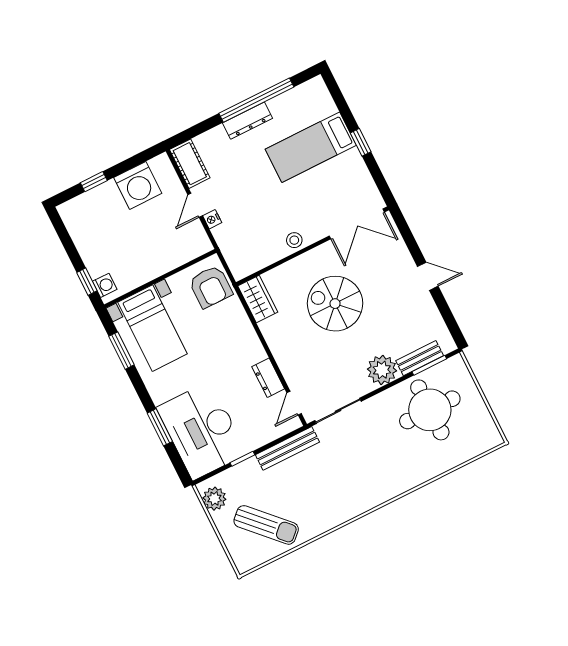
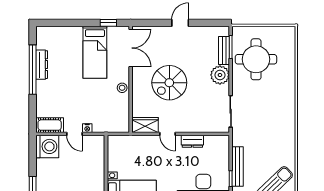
dresser: (248, 121) -> (42, 65), moved
window: (361, 142) -> (108, 23), moved
bed: (311, 147) -> (95, 52), moved
washing machine: (138, 185) -> (47, 146), moved
armchair: (211, 287) -> (125, 148), removed
door: (294, 403) -> (167, 134), moved
bench: (287, 448) -> (238, 166), moved

